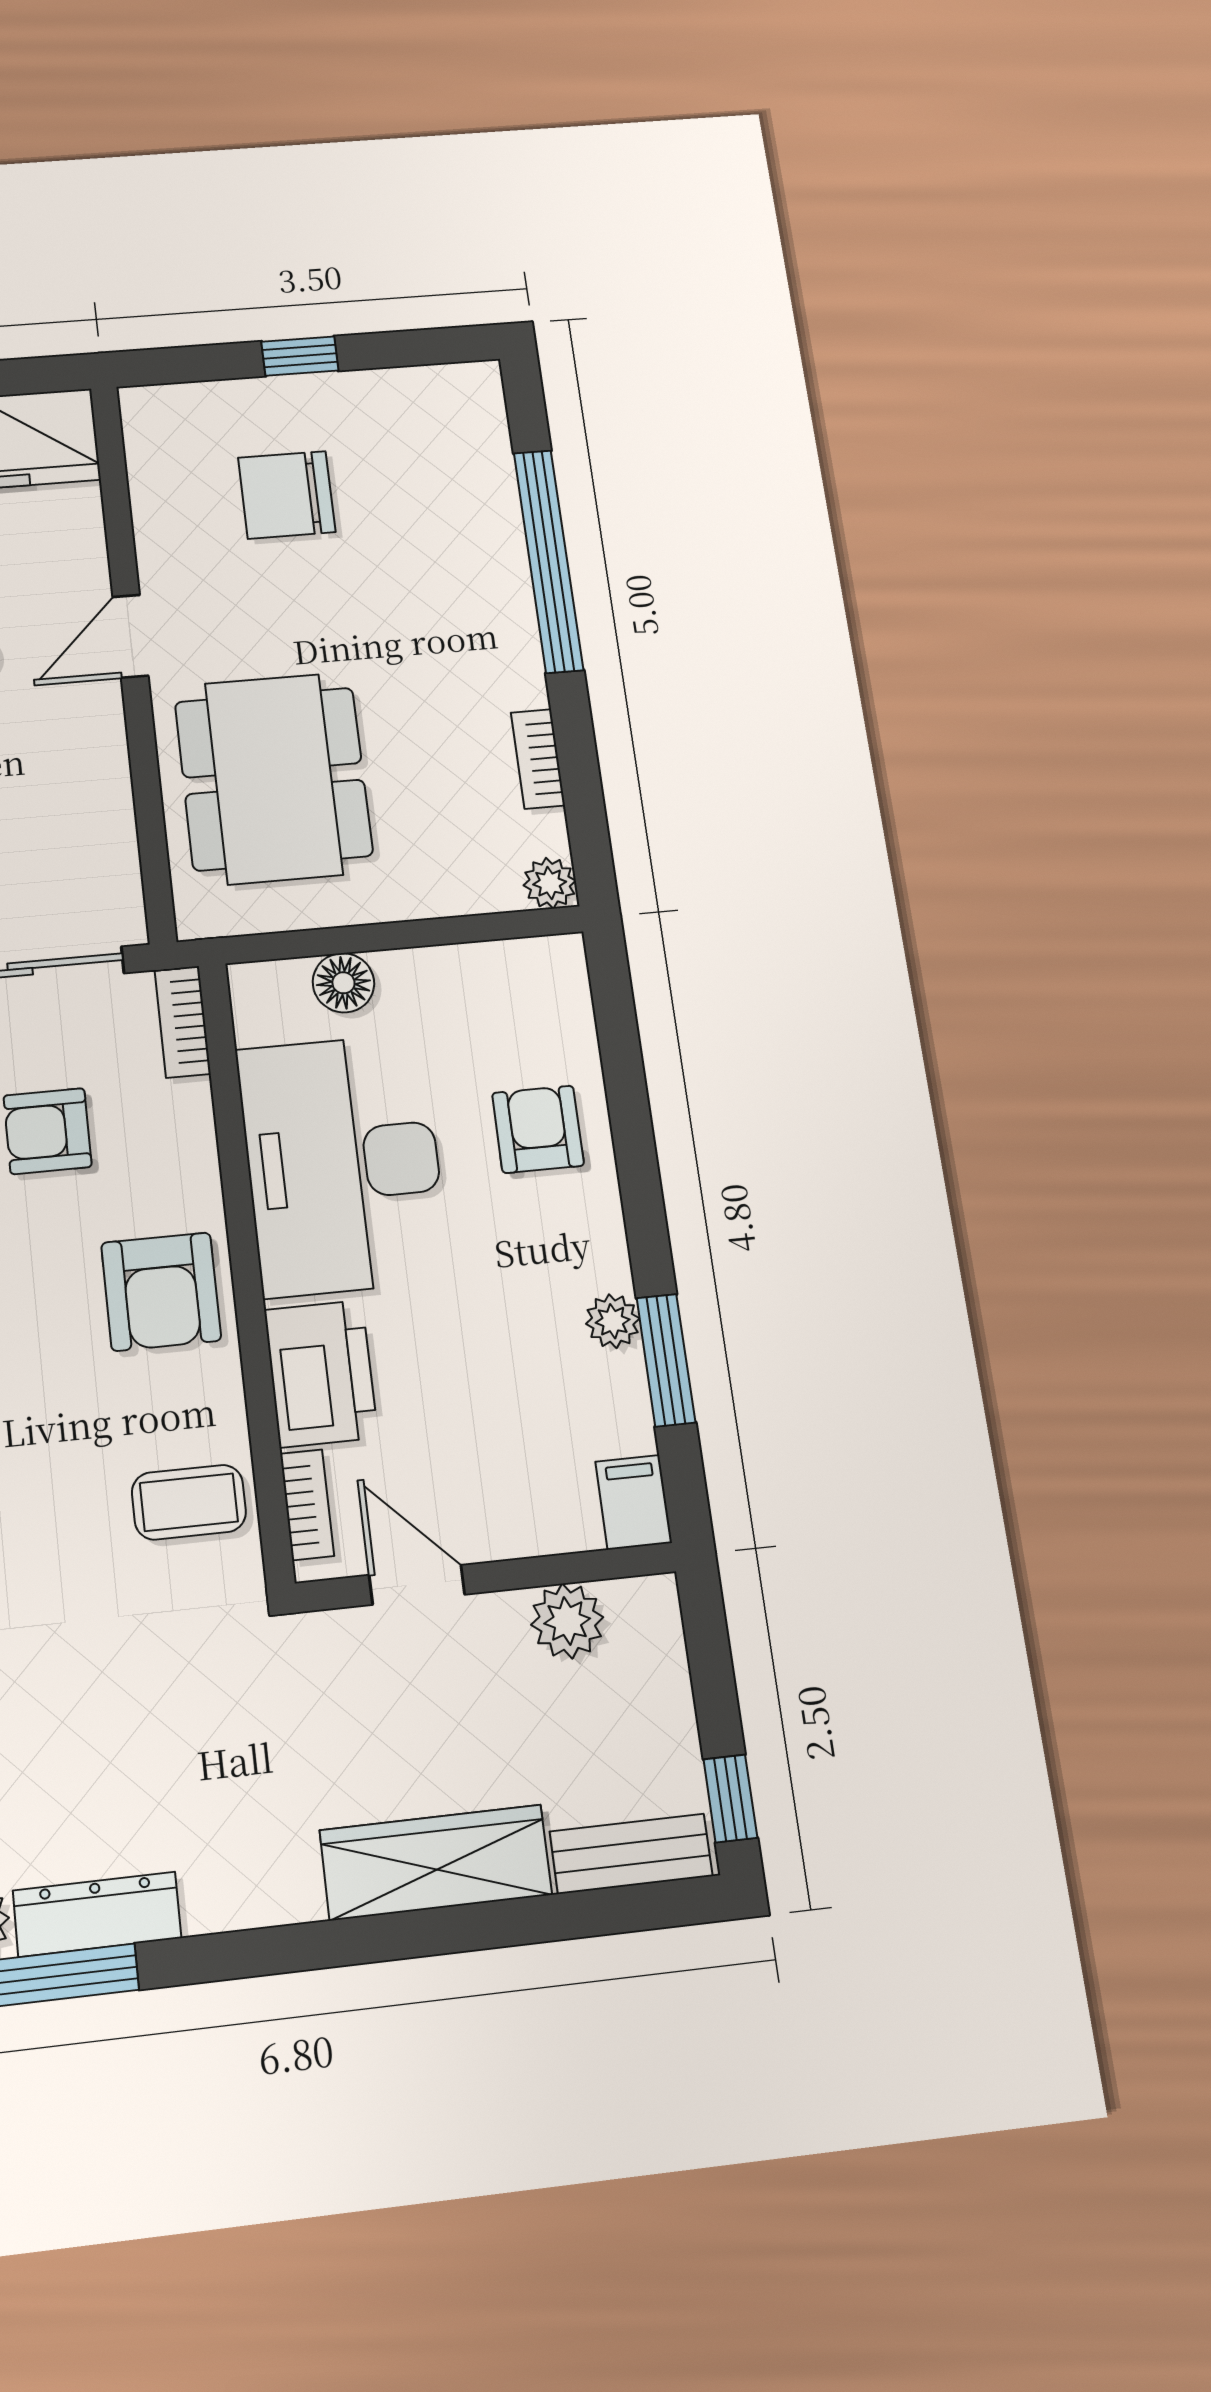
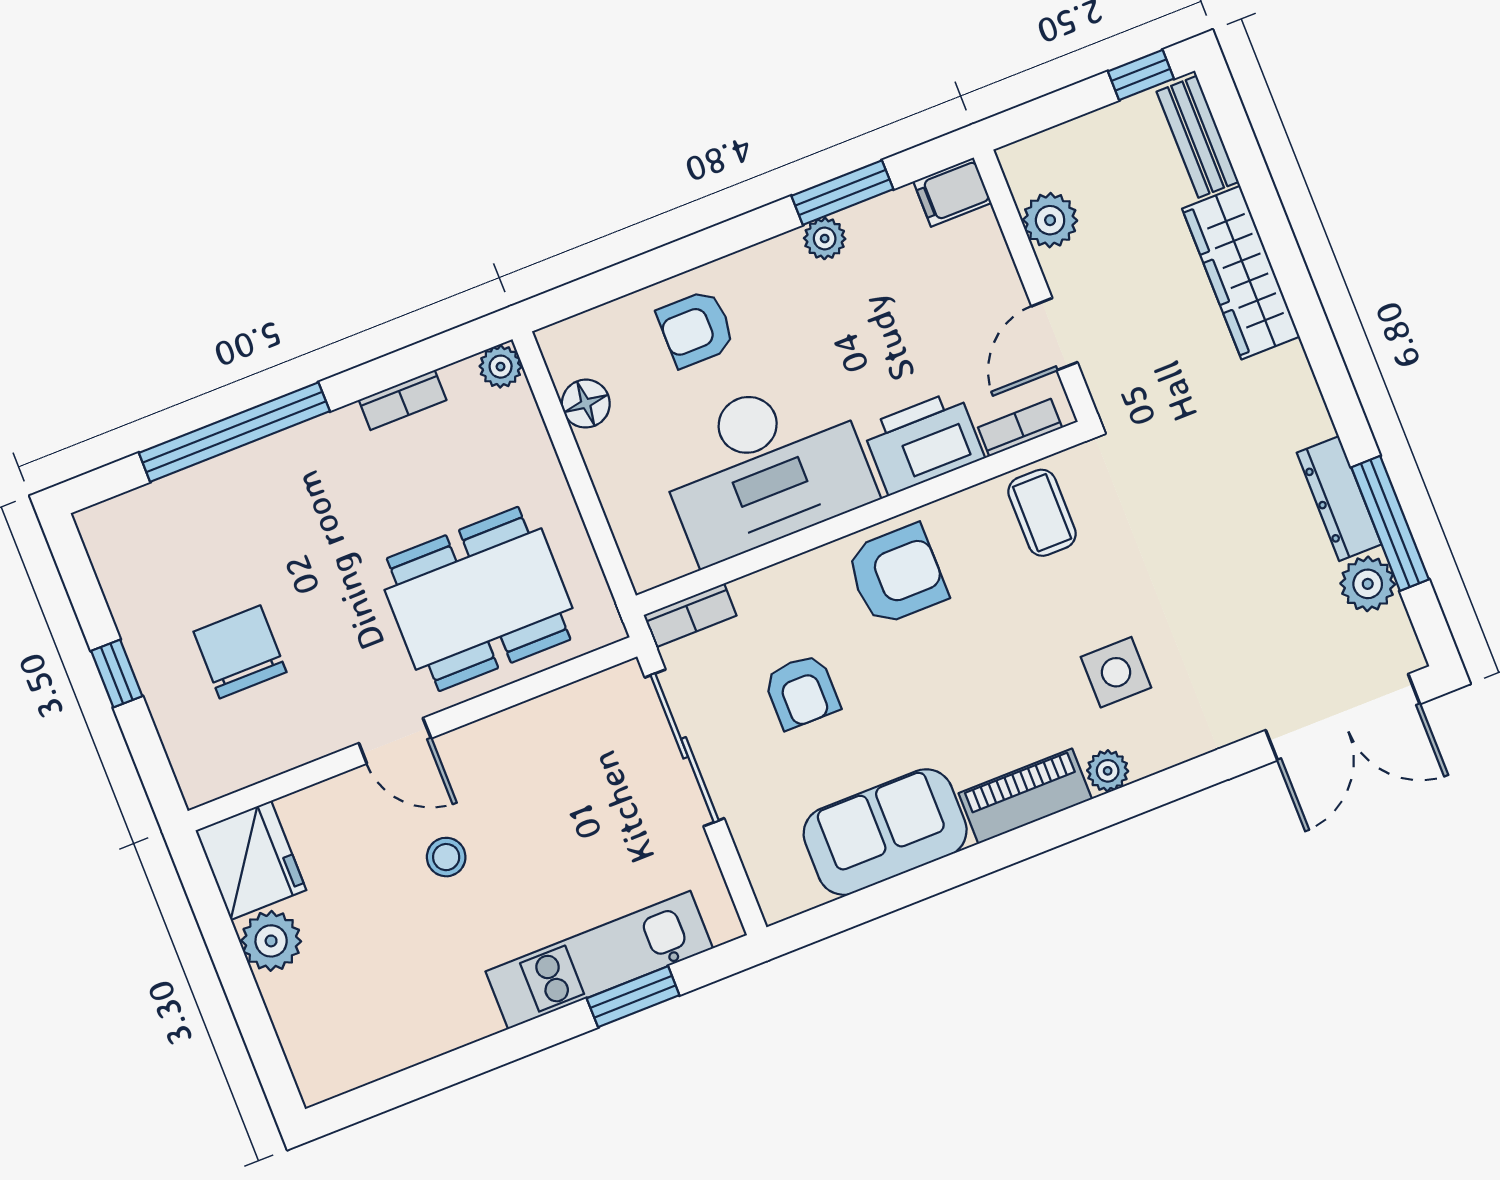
chair: (287, 495) -> (240, 652), turned 180
floor lamp: (343, 983) -> (586, 404), moved

